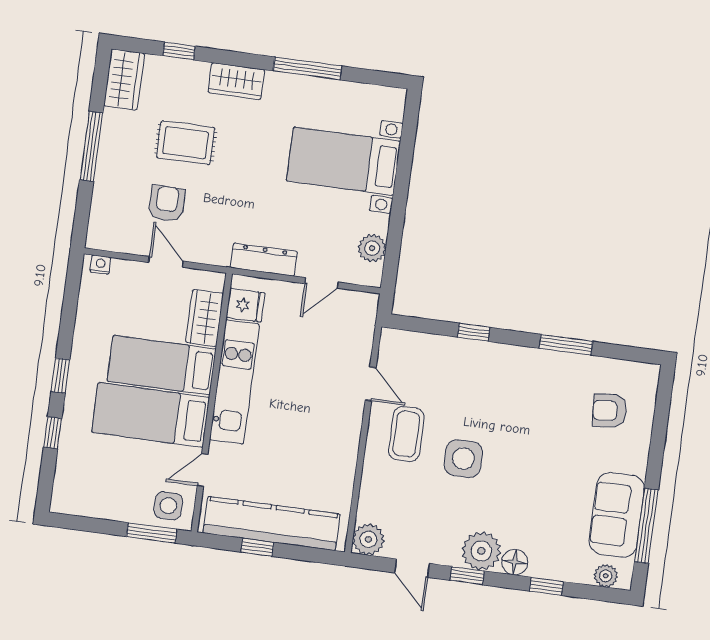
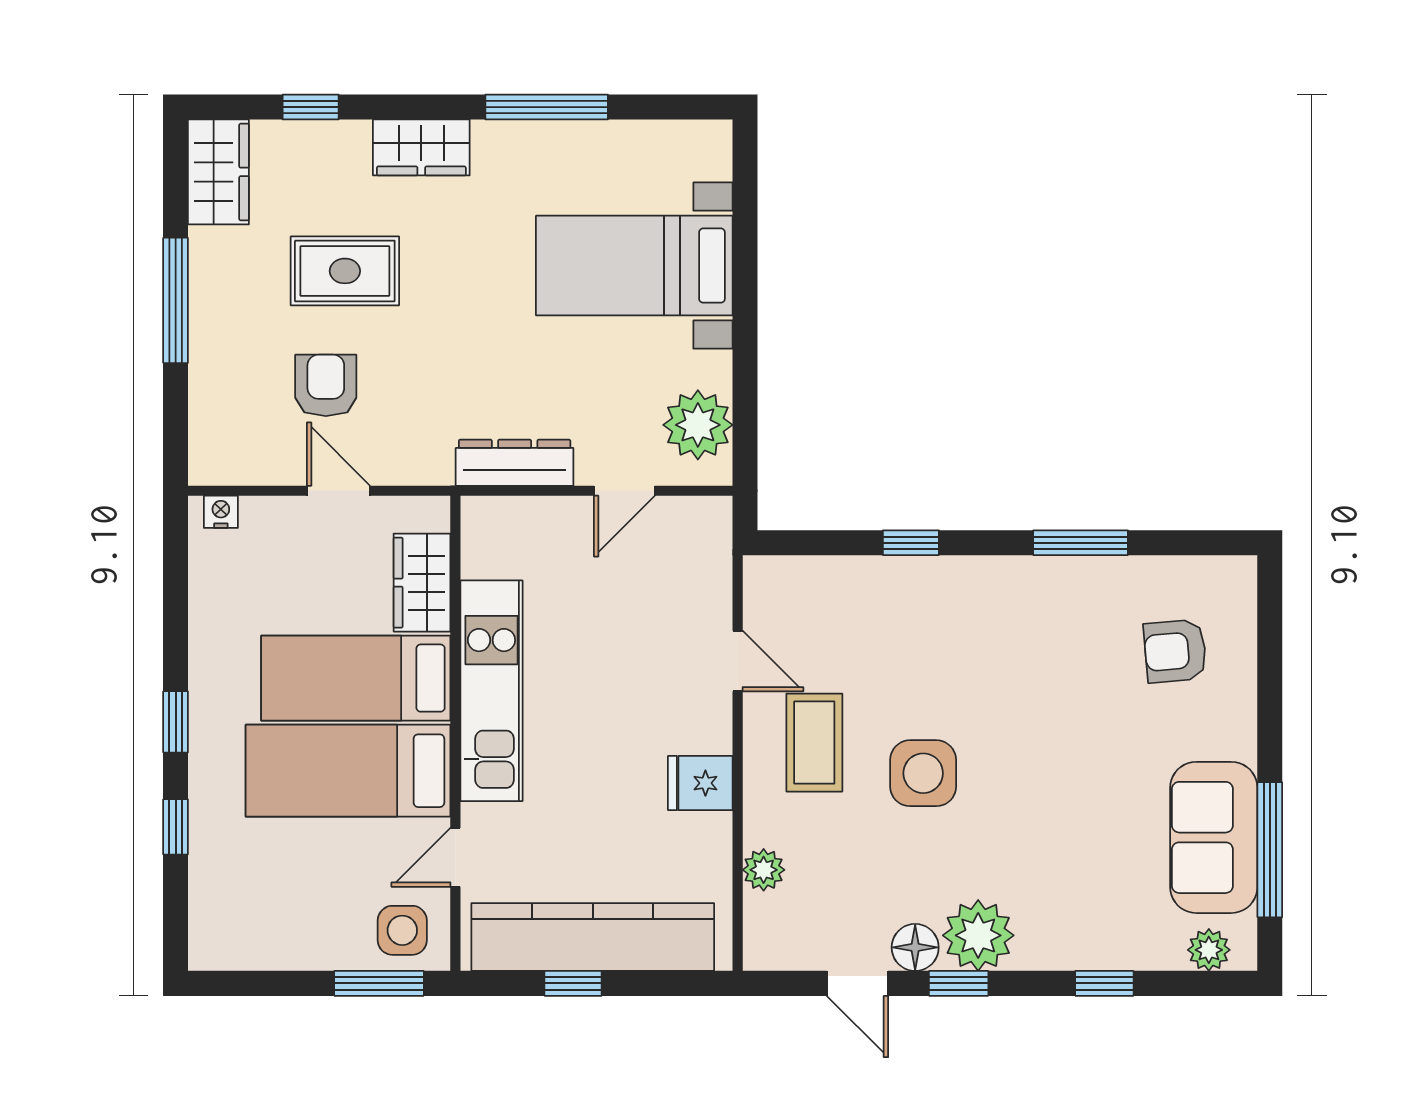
plant: (372, 248) -> (698, 425), width x1.36, depth x1.36
fridge: (246, 305) -> (700, 783), moved, turned 180
plant: (368, 539) -> (764, 870), moved, width x0.73, depth x0.73
floor lamp: (515, 562) -> (915, 947), moved

